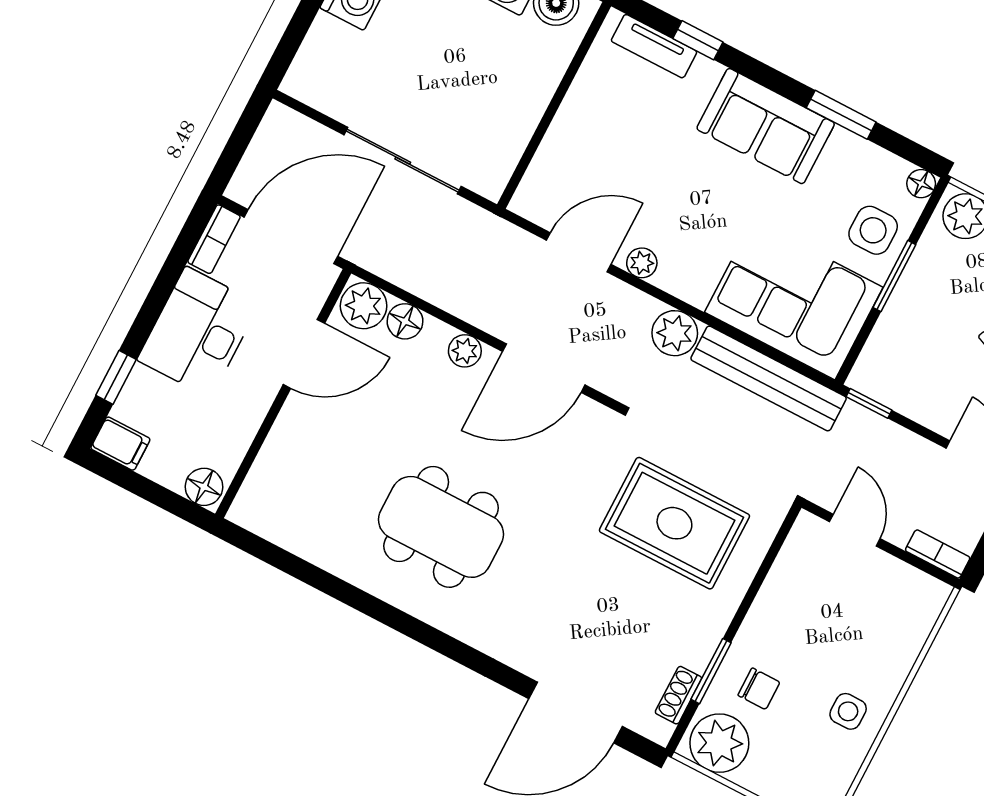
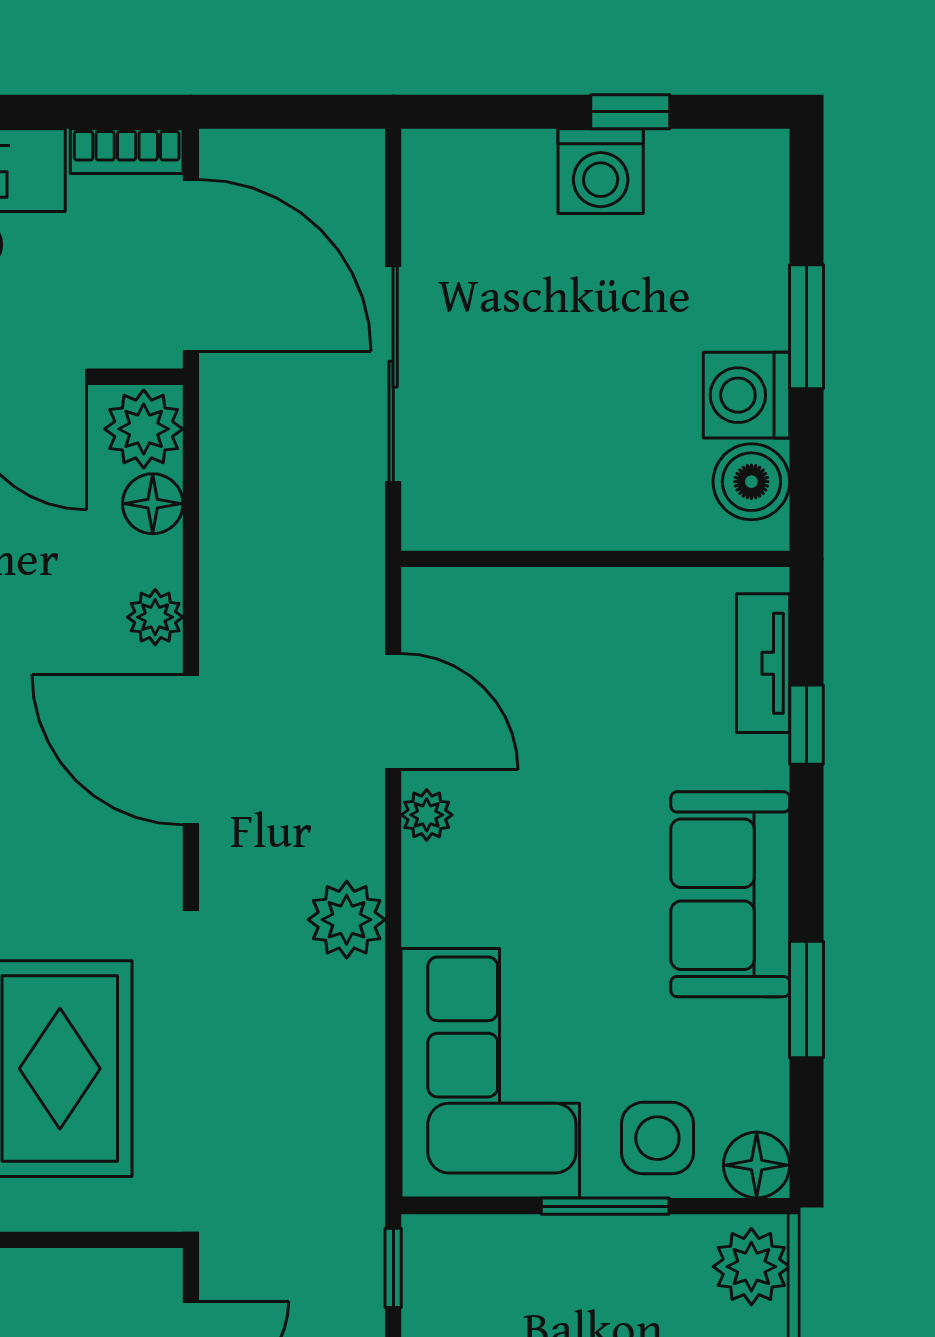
floor lamp: (921, 184) -> (757, 1165), width x1.37, depth x1.37
bench: (769, 378) -> (352, 1097), removed

